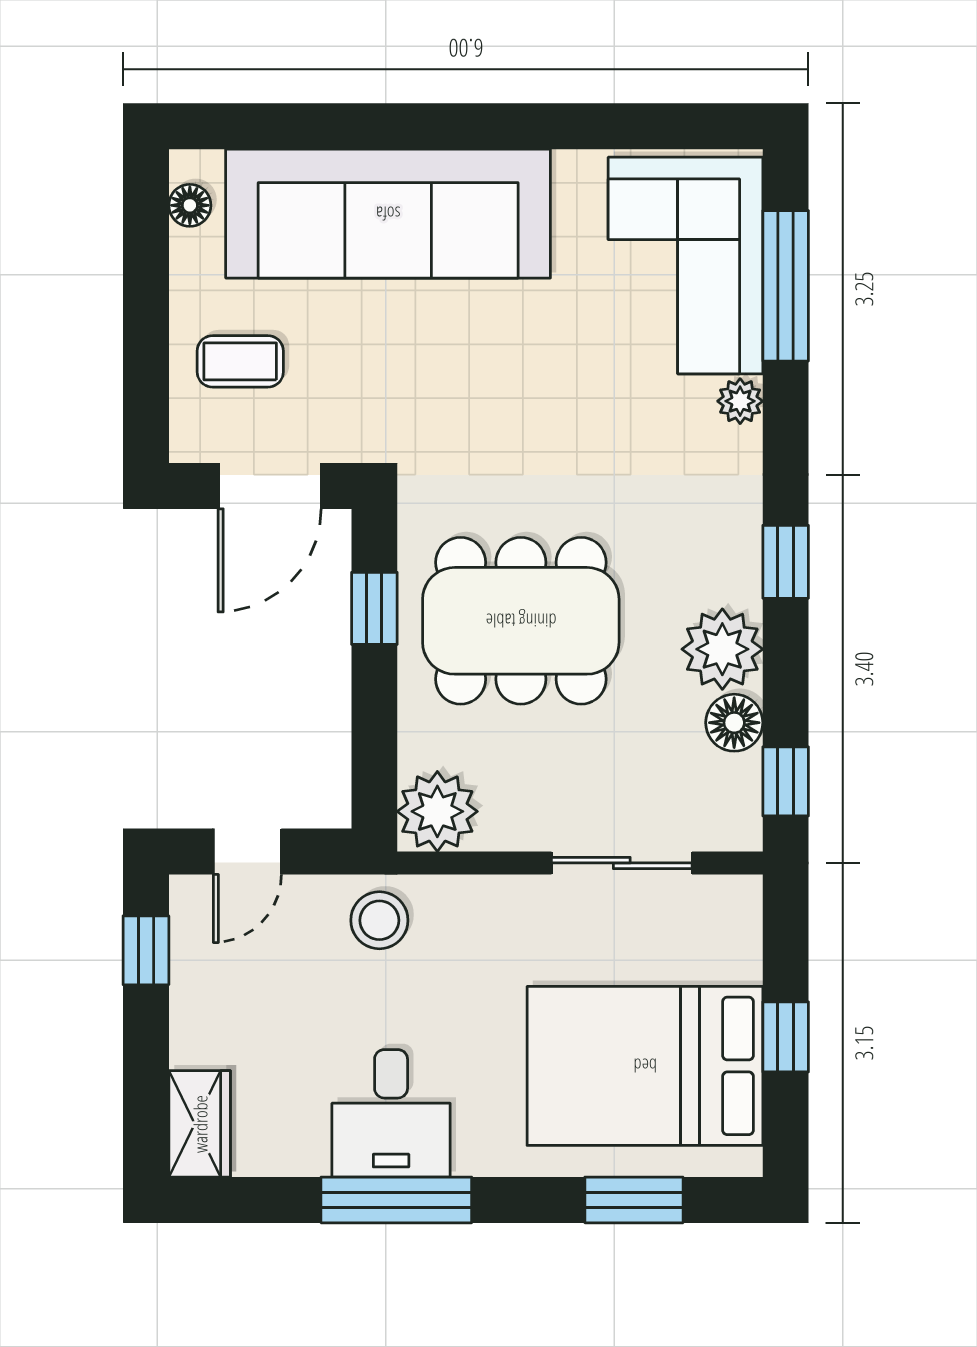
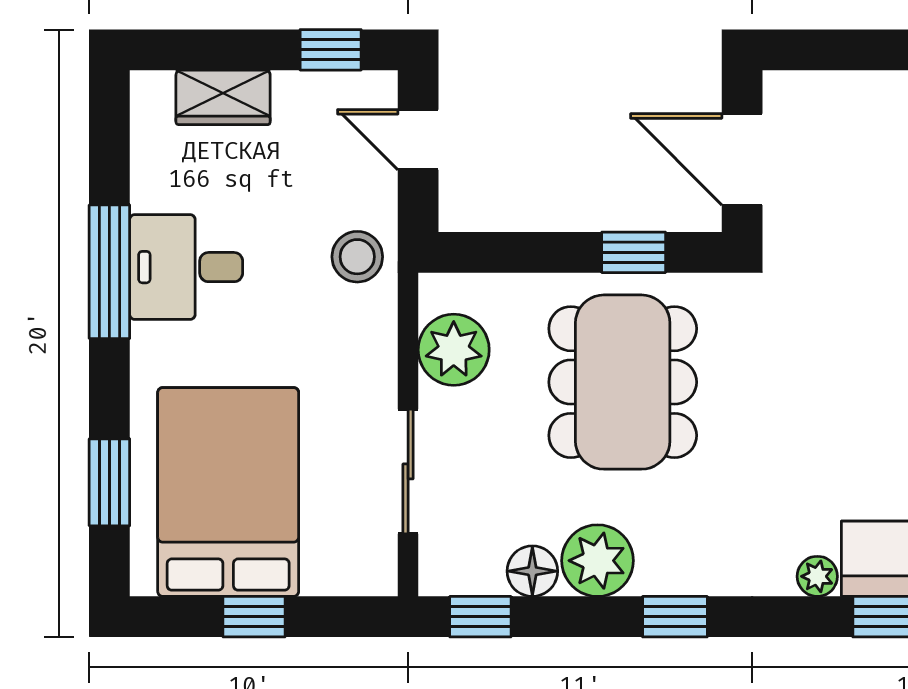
coffee table: (240, 361) -> (852, 133), removed
plant: (437, 811) -> (454, 350), moved
wardrobe: (200, 1124) -> (223, 97), moved

